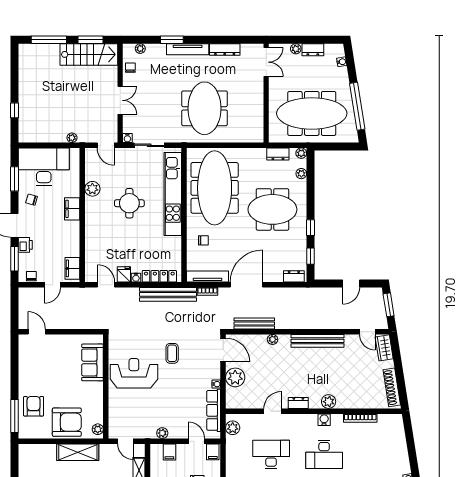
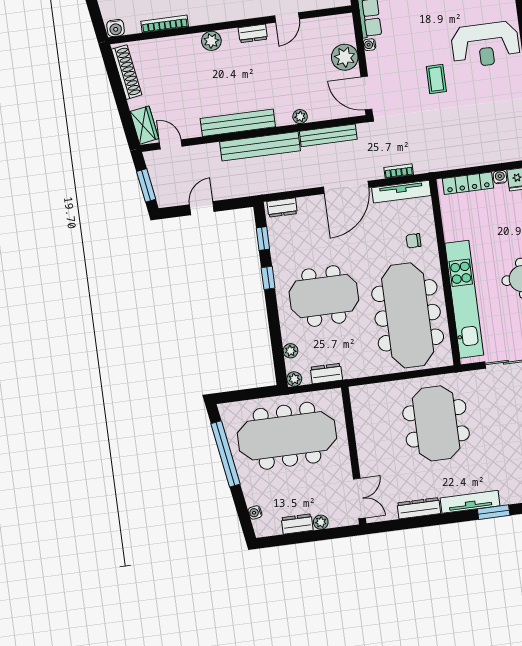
double door: (266, 62) -> (359, 498), swing flipped
bench: (168, 294) -> (260, 146), moved
water cooler: (324, 420) -> (116, 28), moved

